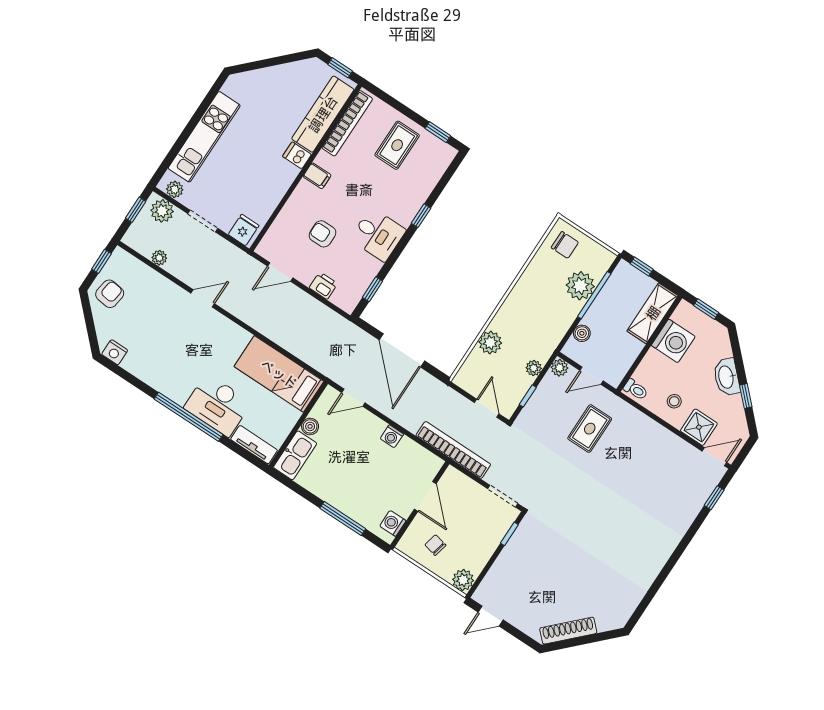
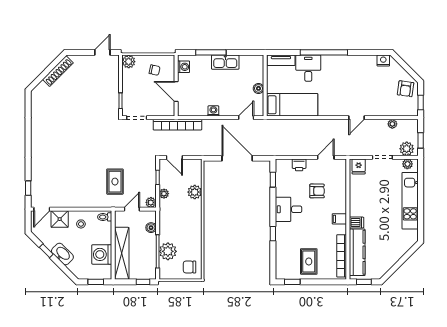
shelving: (653, 313) -> (122, 253), width x1.47
desk: (218, 405) -> (308, 68), width x0.73
kitchen sink: (295, 455) -> (225, 62), moved, turned -90

